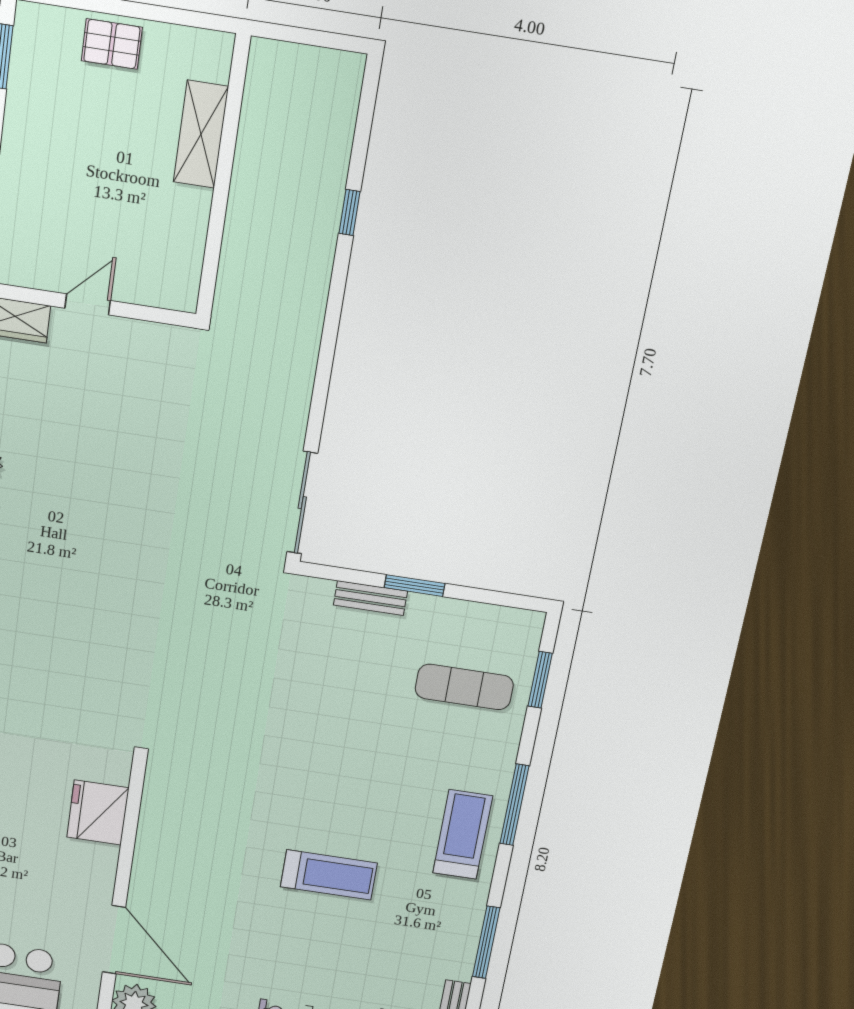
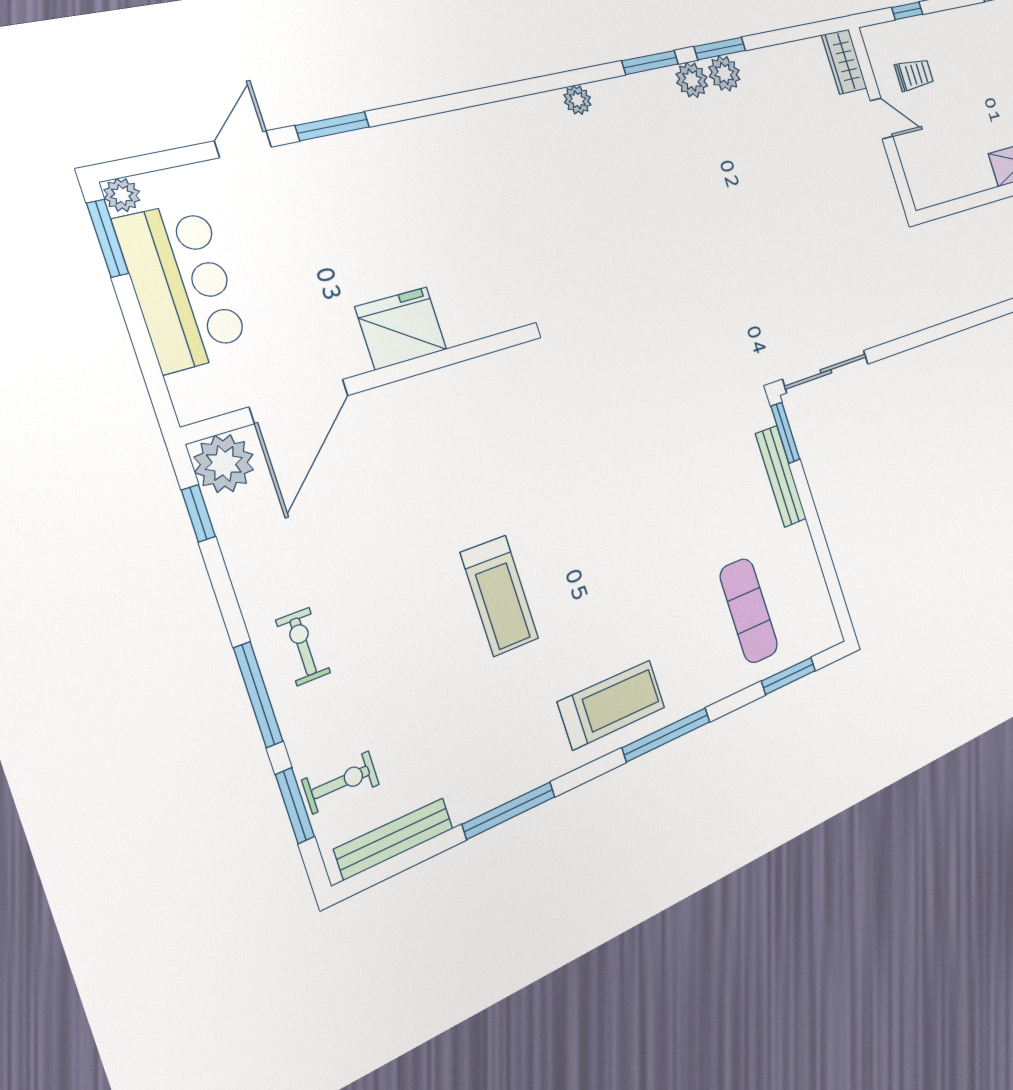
trolley: (56, 236) -> (914, 75), added
window: (415, 586) -> (785, 433), moved
bench: (370, 598) -> (781, 476), width x1.36
fridge: (98, 813) -> (401, 328), moved

